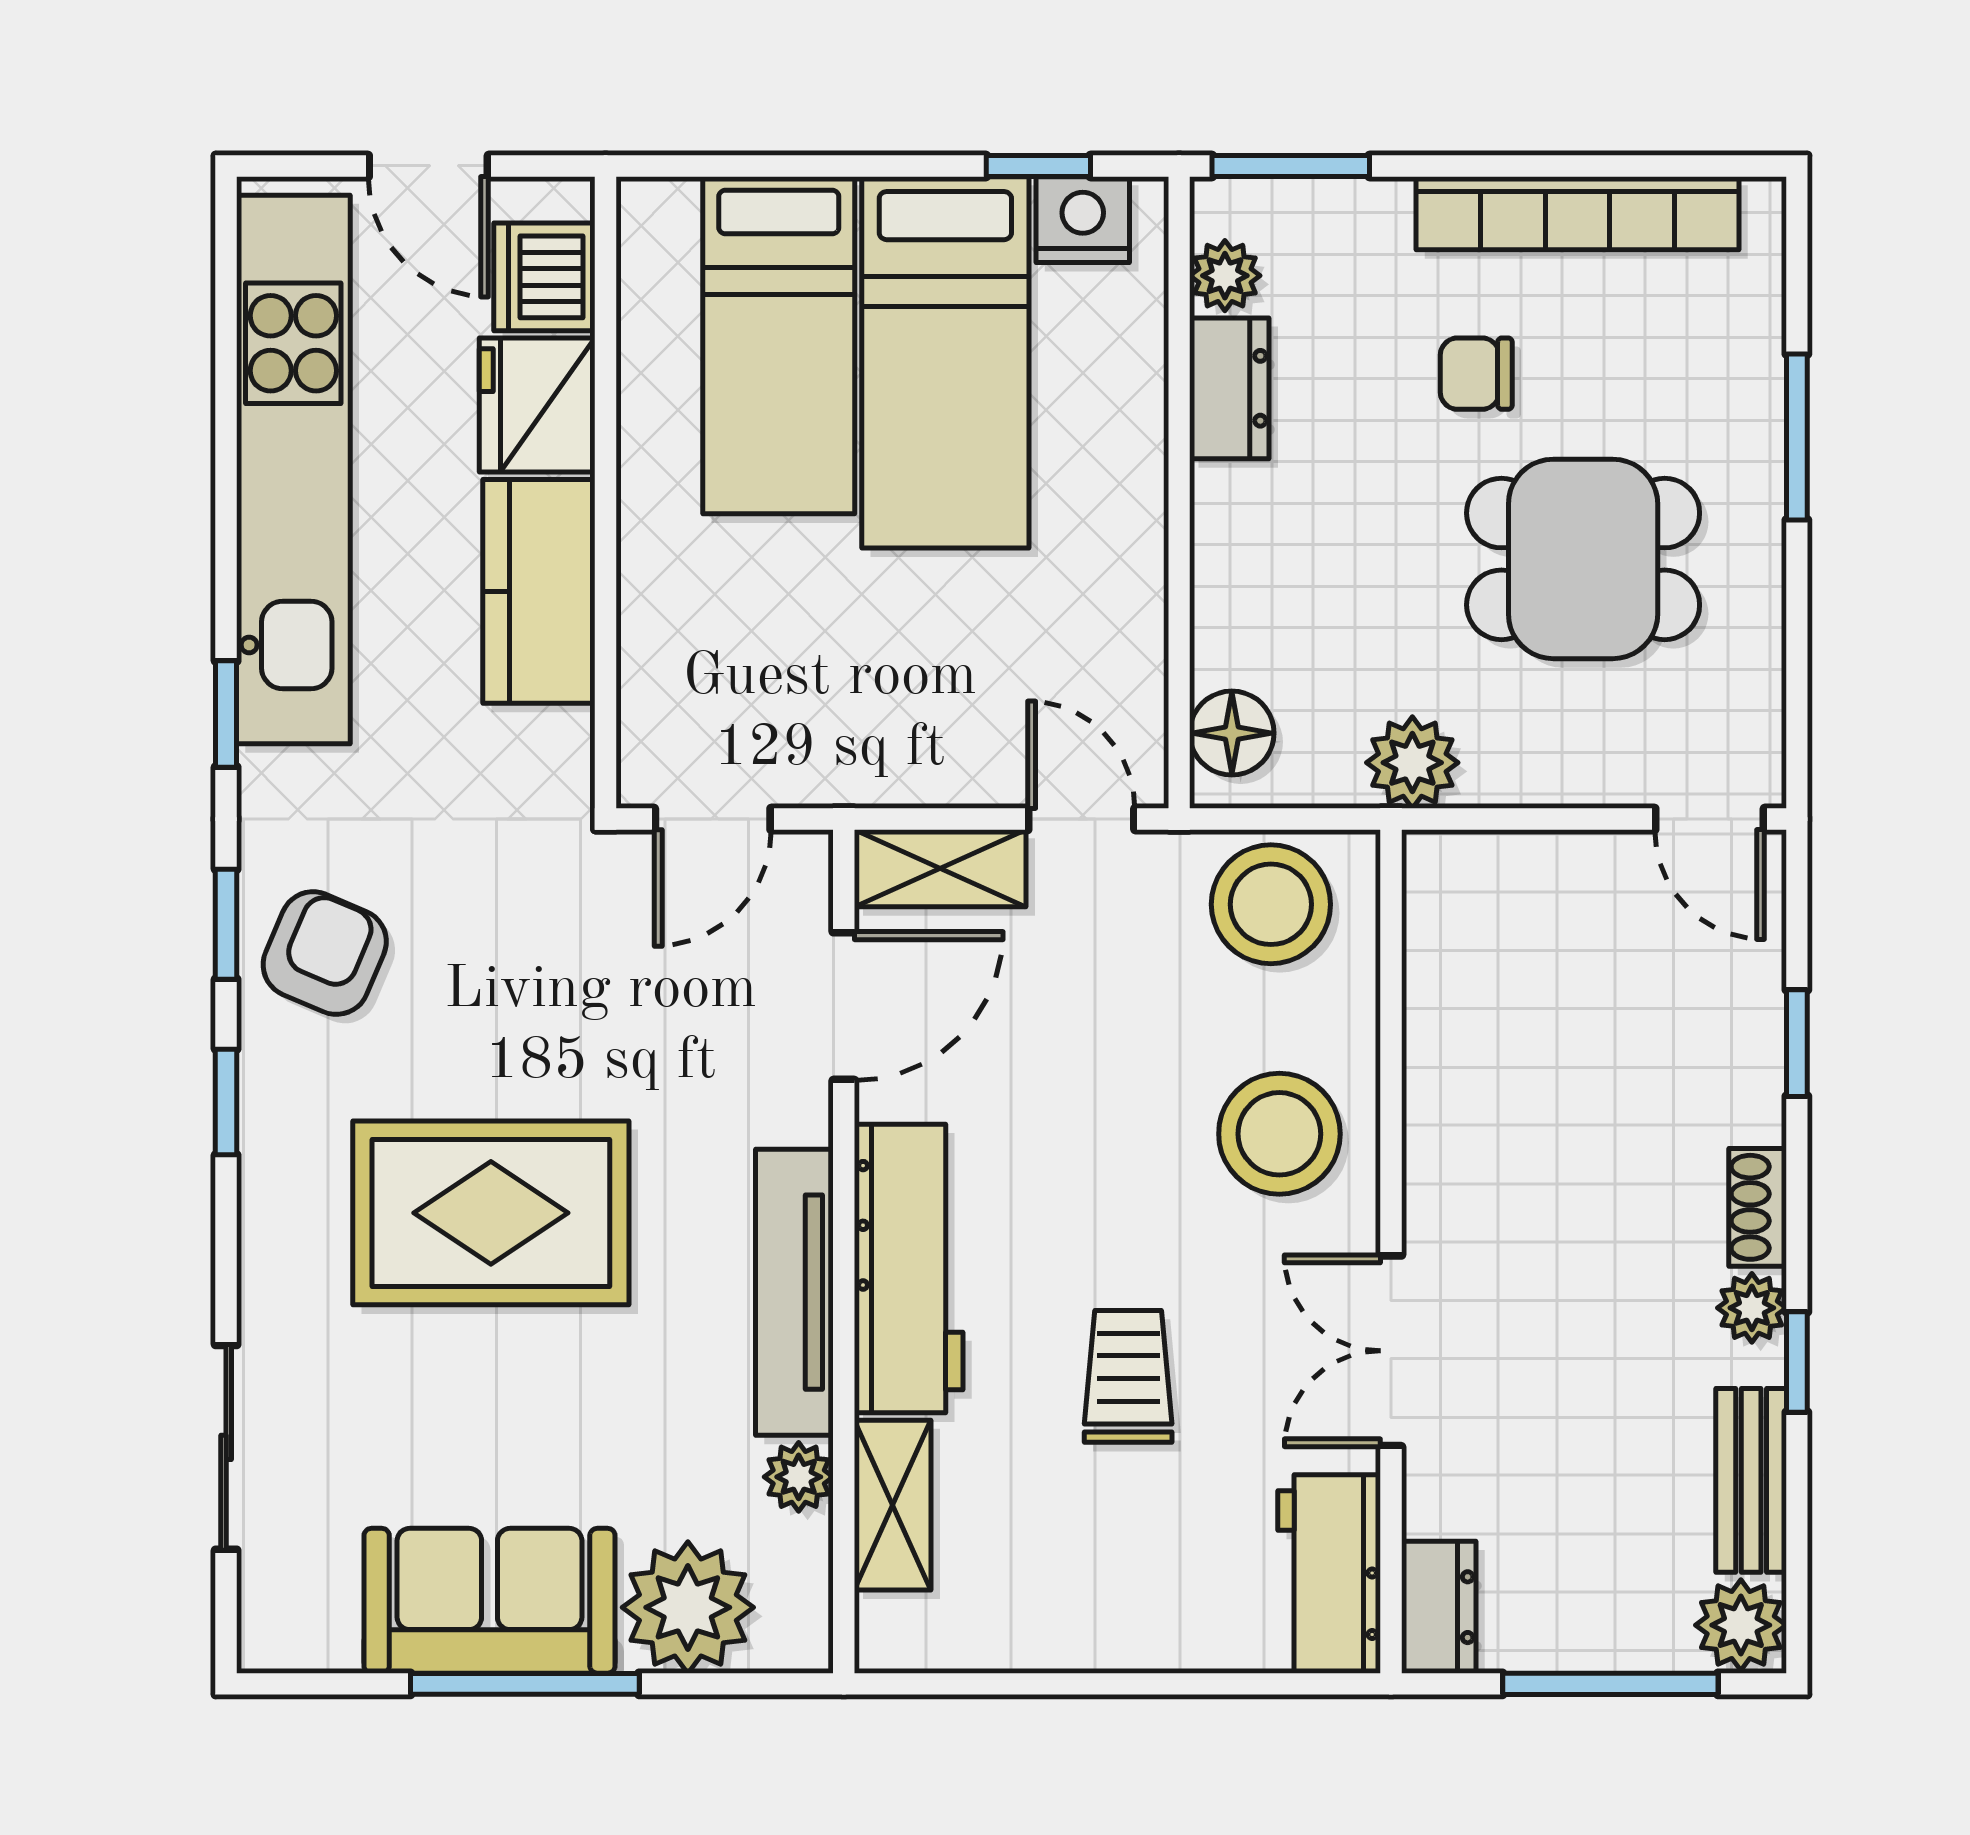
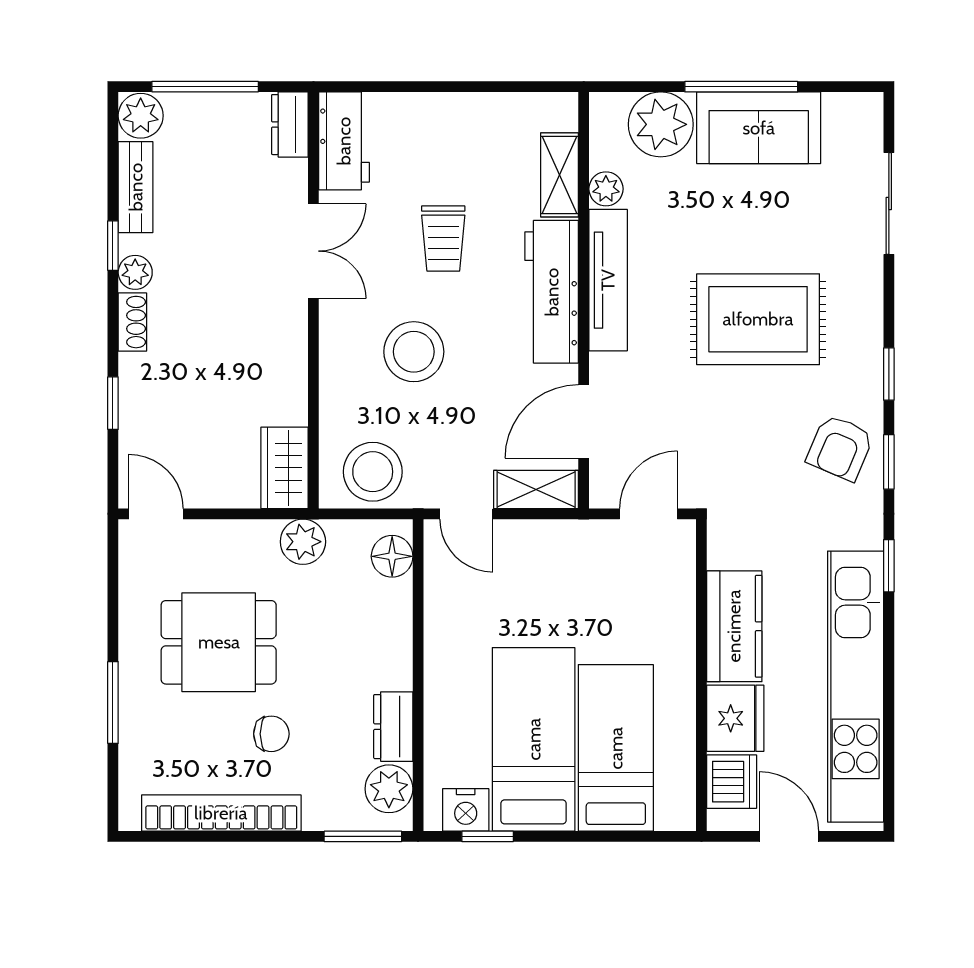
plant: (1225, 276) -> (389, 789), width x1.38, depth x1.38
wardrobe: (1449, 912) -> (285, 468), added
stool: (1279, 1134) -> (414, 352), moved

